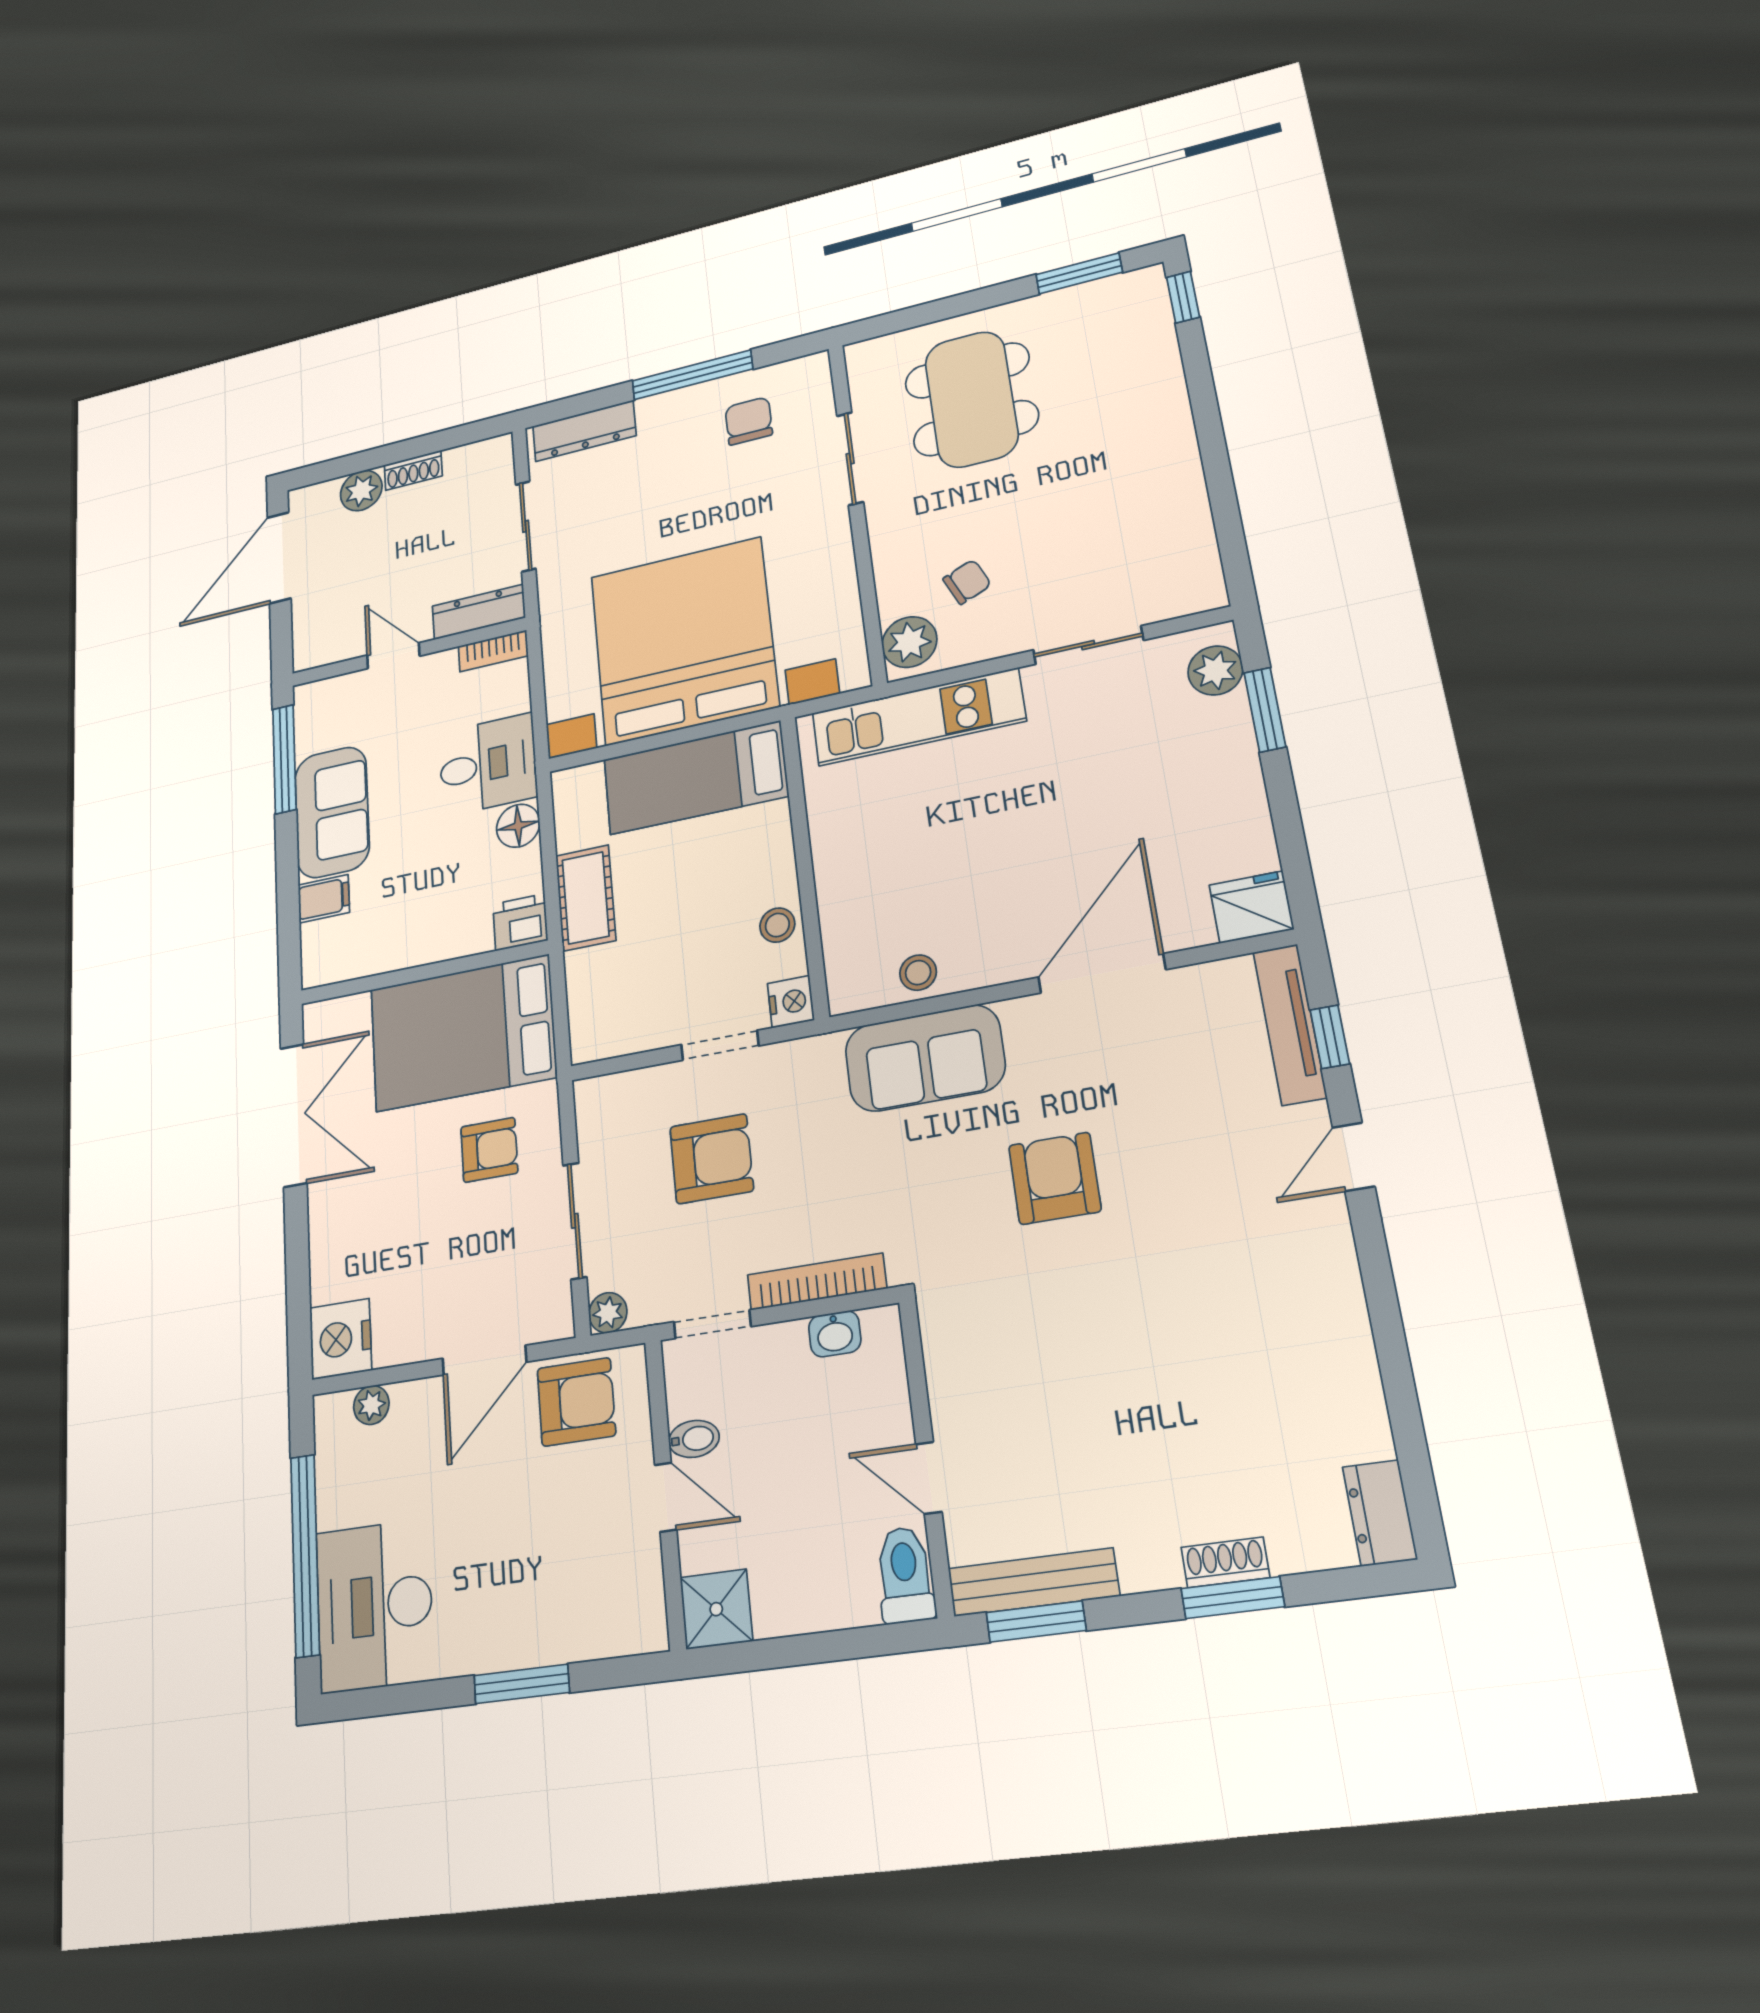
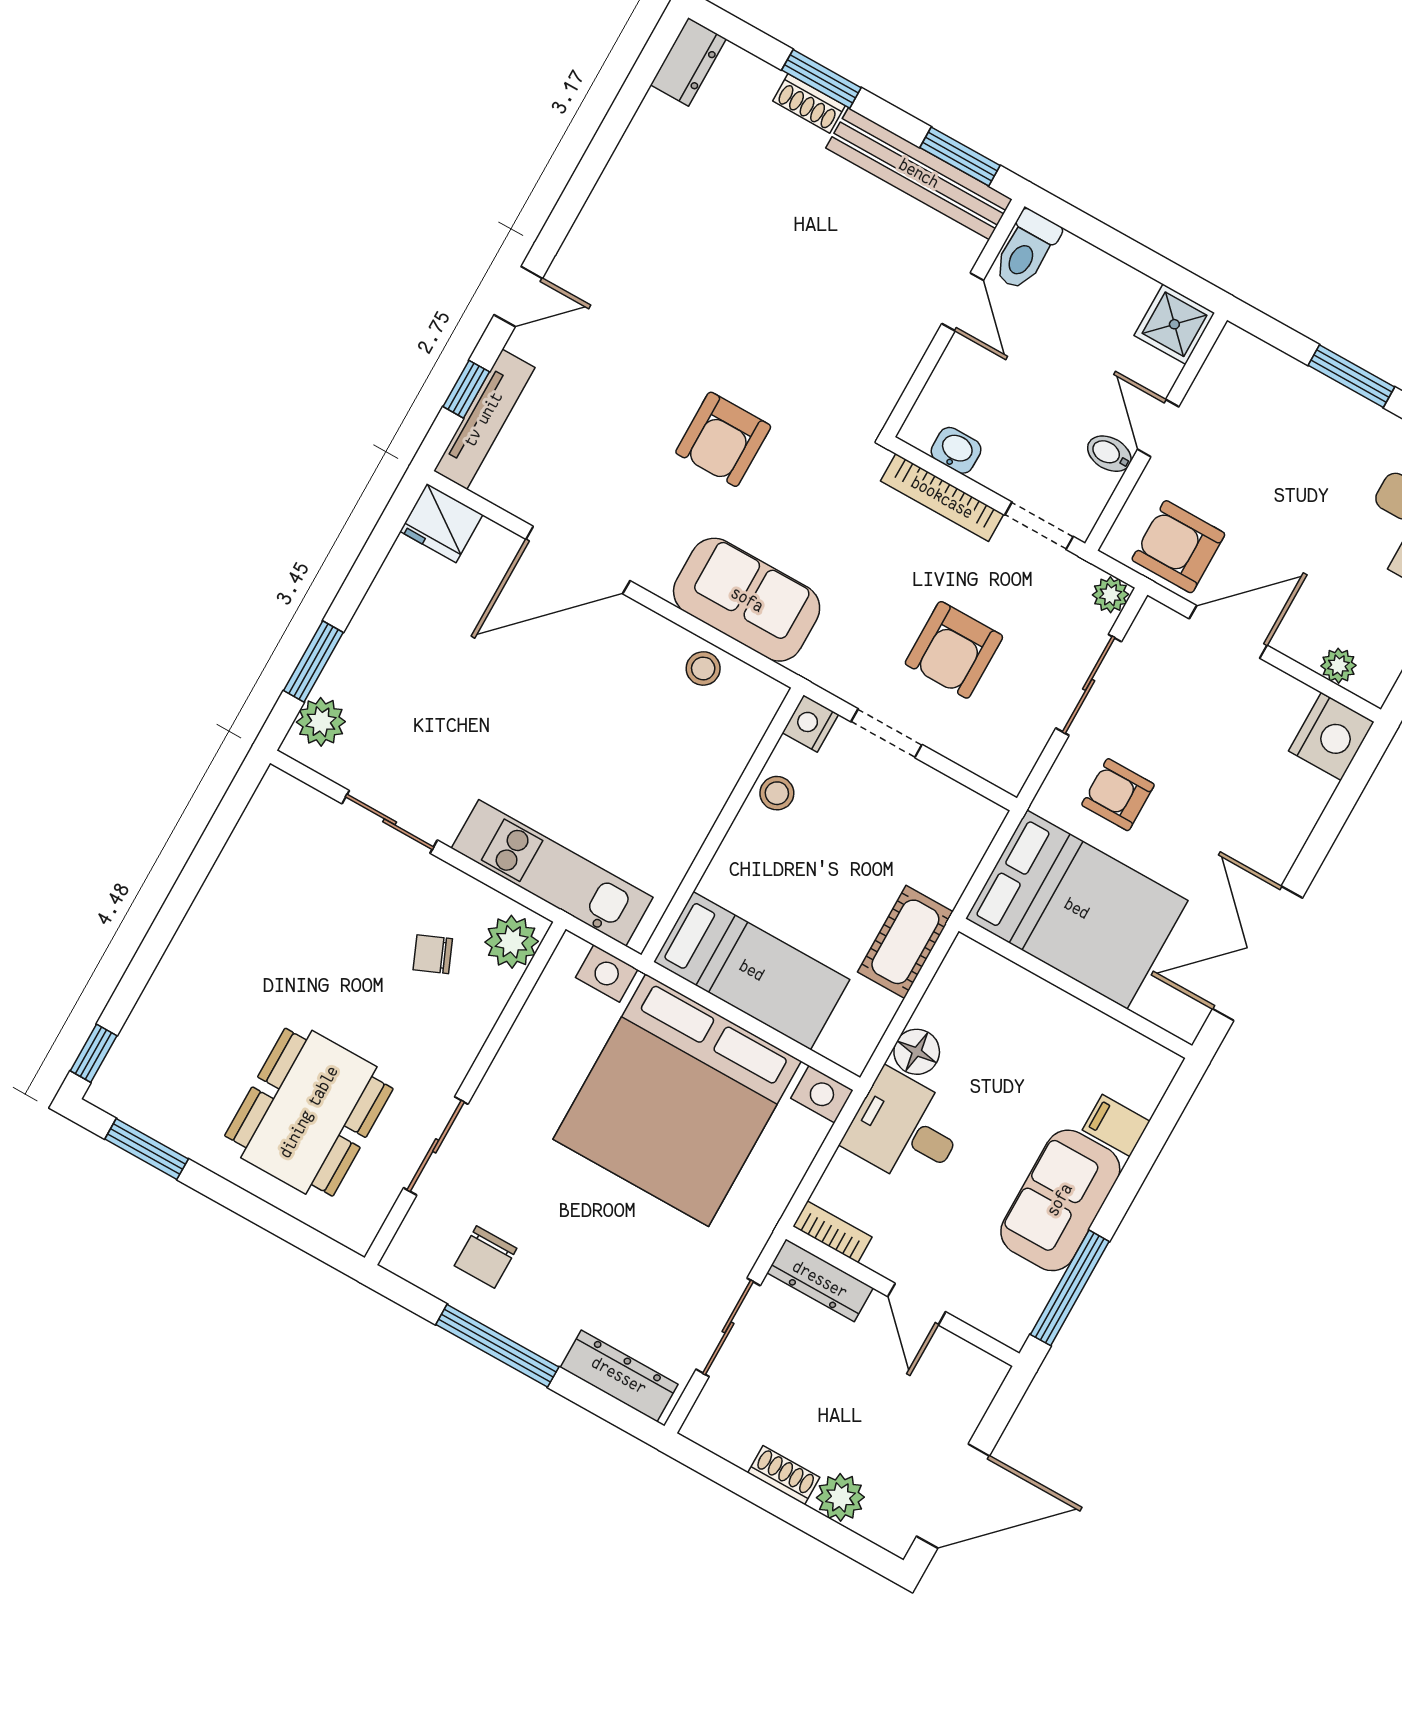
printer: (520, 922) -> (970, 965), removed
armchair: (712, 1159) -> (954, 650), turned -90
bench: (1033, 1582) -> (919, 174), width x1.37, depth x1.21

